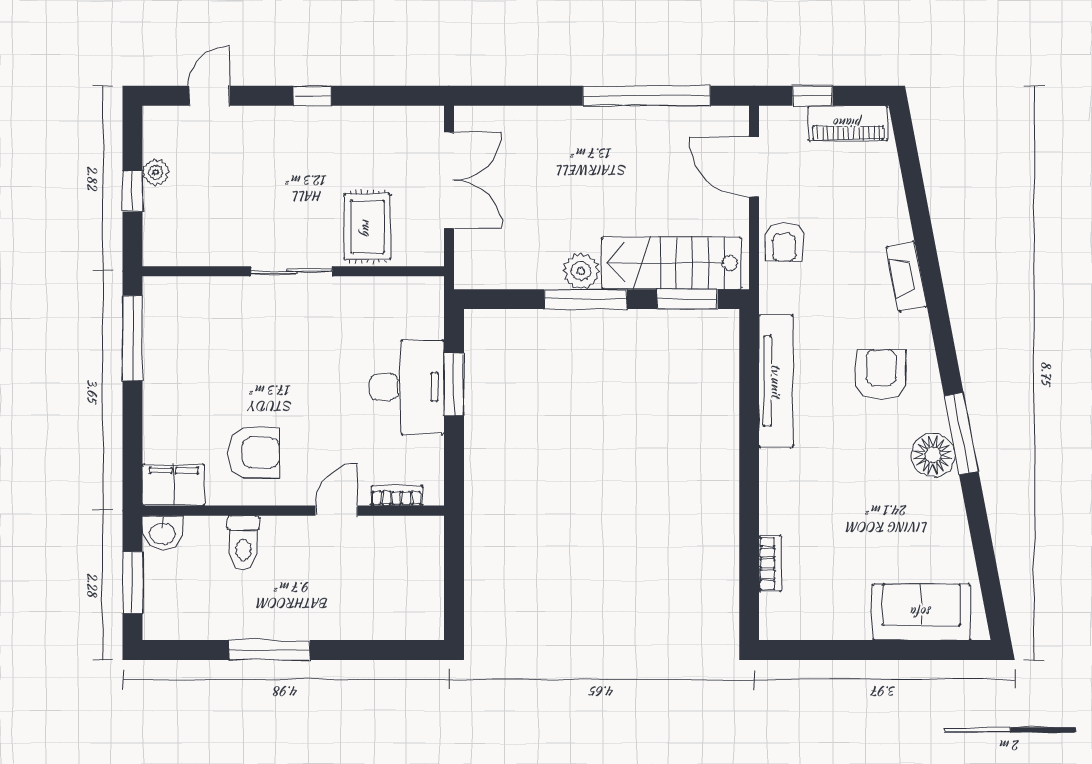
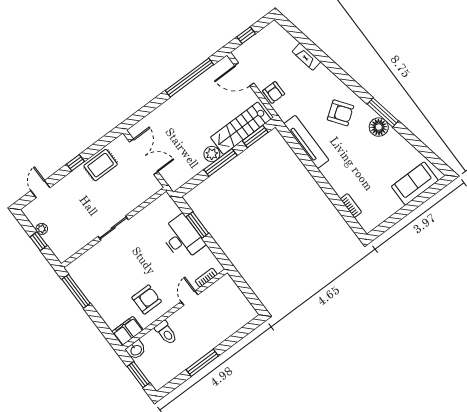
piano: (848, 123) -> (265, 36), removed
rug: (367, 227) -> (101, 165), moved, turned 90
fireplace: (907, 277) -> (306, 57), moved
armchair: (881, 375) -> (340, 113), turned 144

